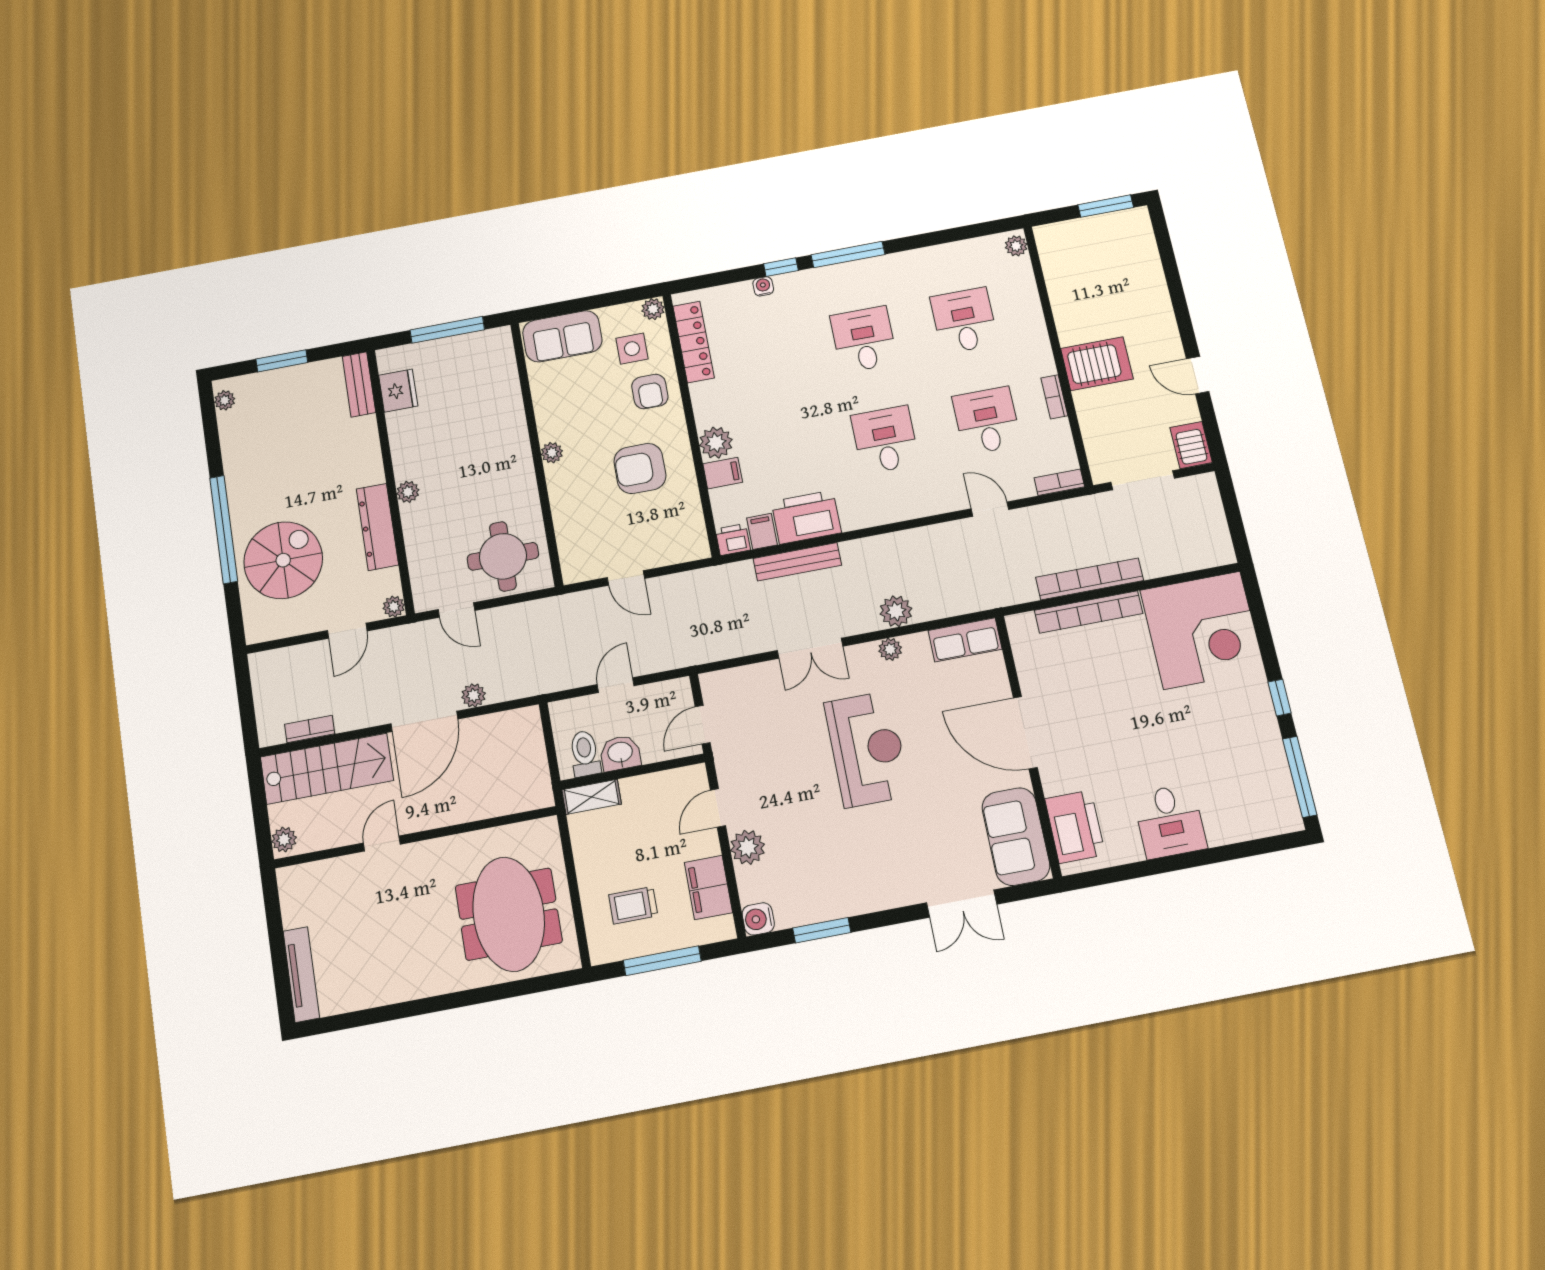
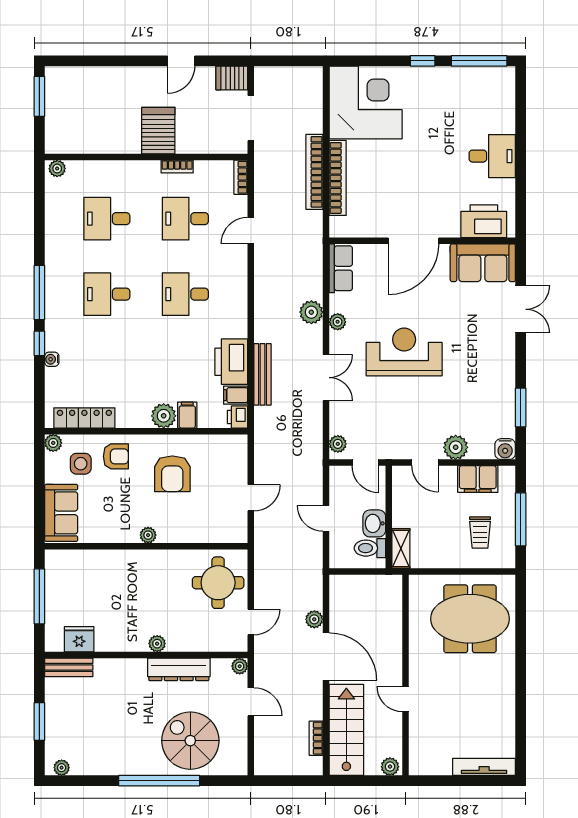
plant: (721, 682) -> (338, 444), added

